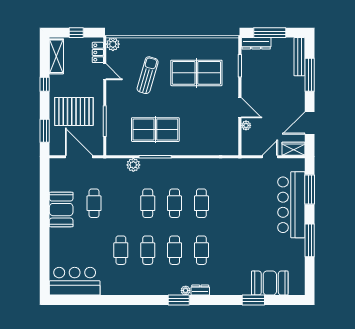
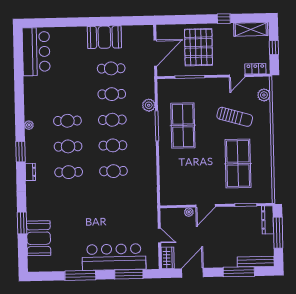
plant: (113, 44) -> (264, 95), moved
door: (310, 123) -> (193, 273), hinge flipped
window: (45, 131) -> (179, 20), removed
cafe table: (121, 250) -> (112, 94), moved
plant: (186, 290) -> (29, 125), moved

